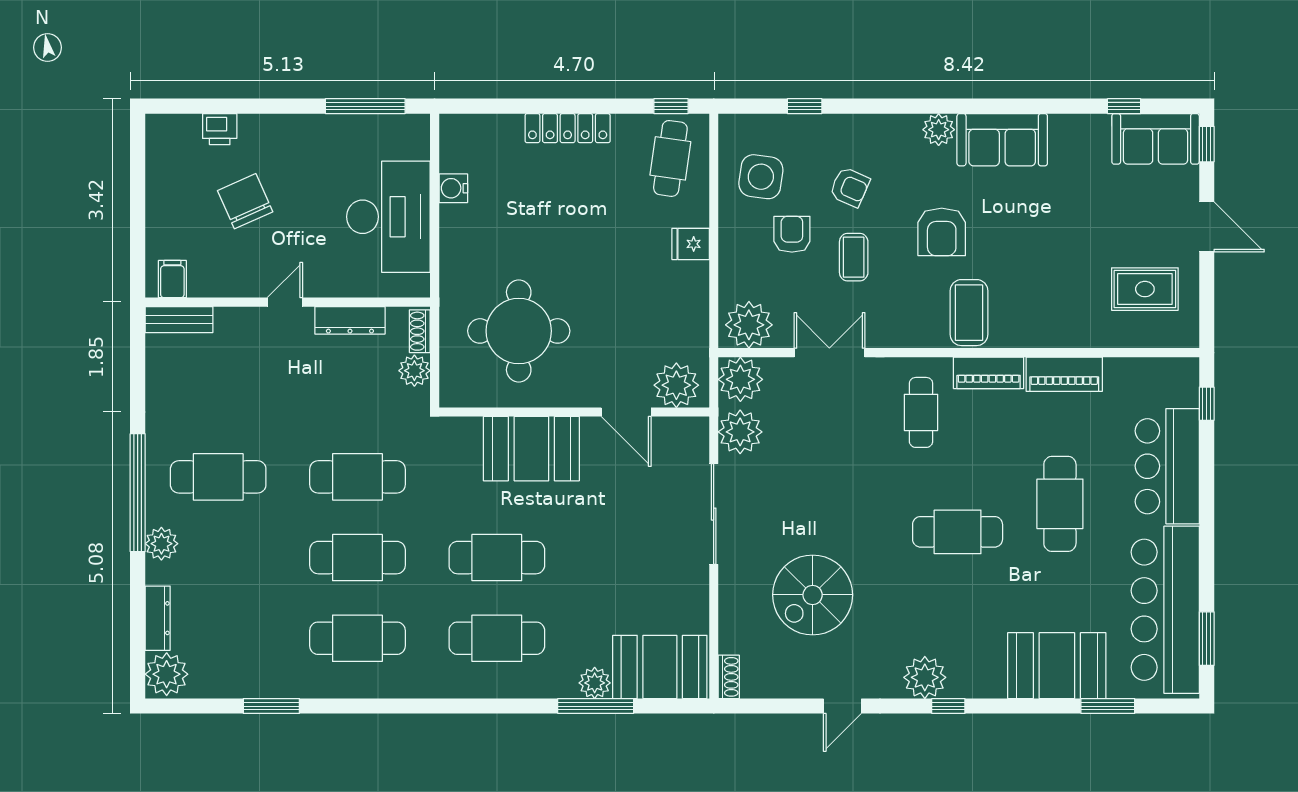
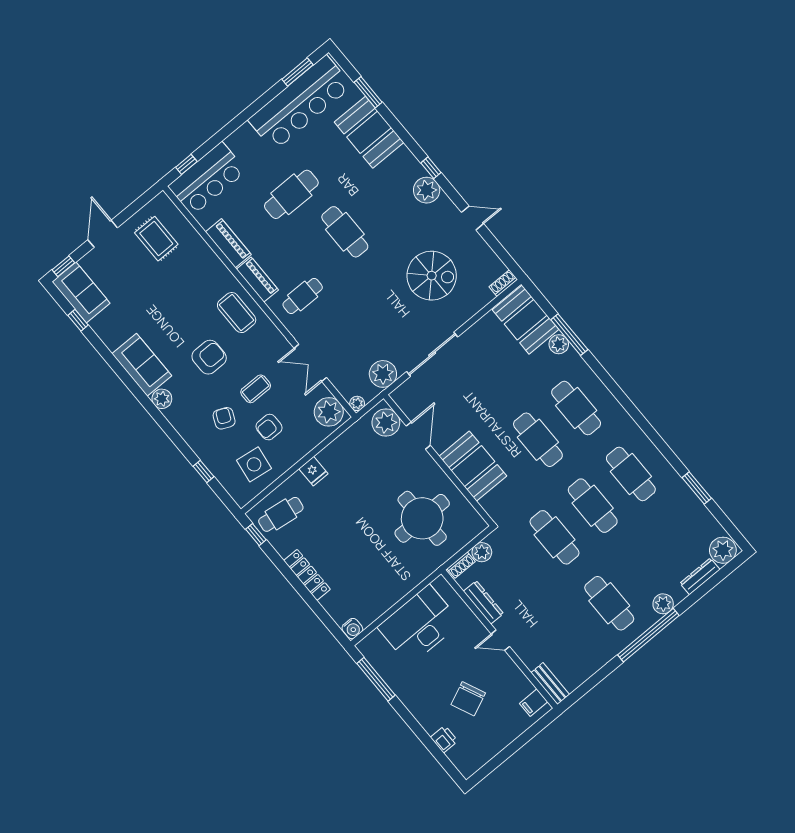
water cooler: (453, 188) -> (352, 629), moved
coffee table: (969, 313) -> (237, 313), turned 90
plant: (740, 379) -> (357, 403), width x0.53, depth x0.53
bar counter: (1167, 466) -> (207, 179), moved

